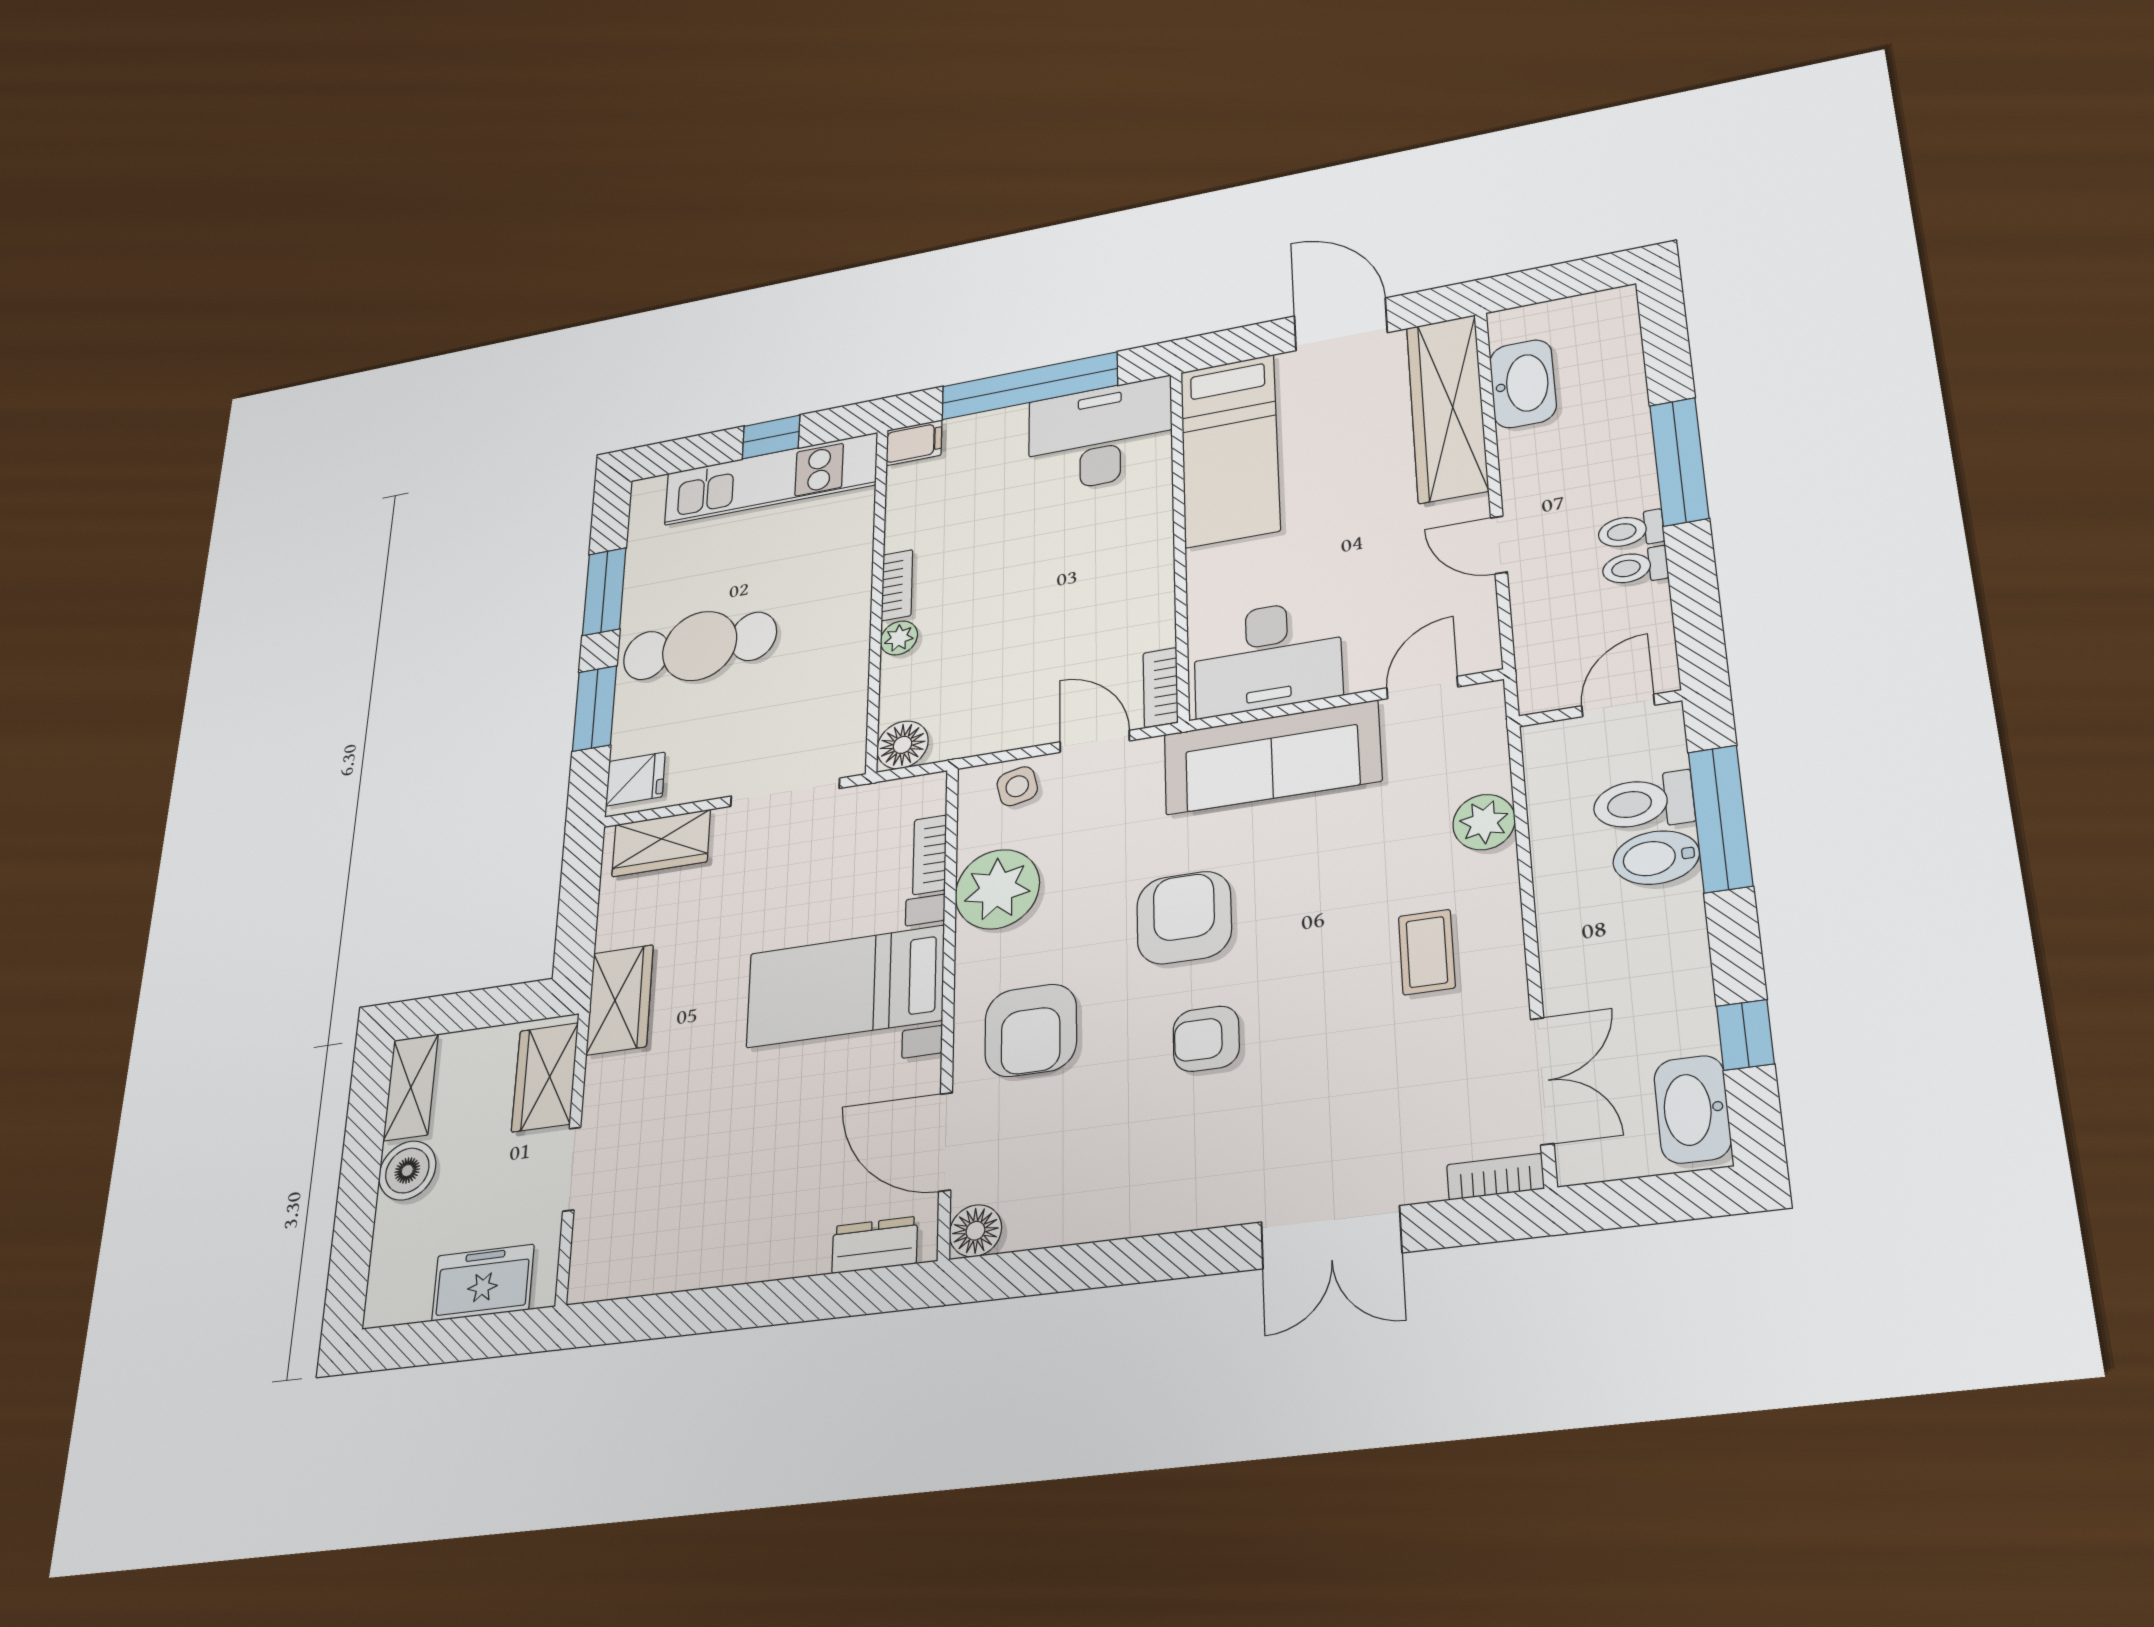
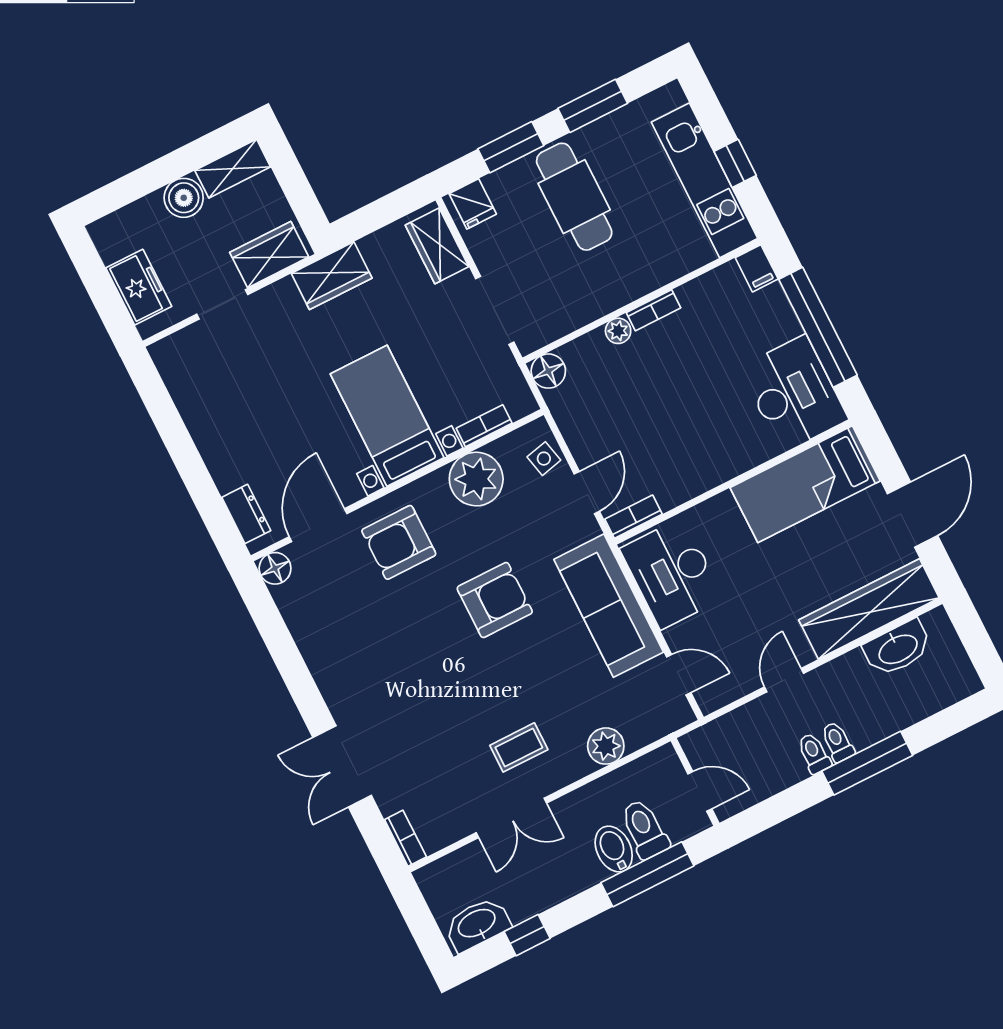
toilet: (1635, 567) -> (837, 742), moved
armchair: (1206, 1039) -> (428, 647), removed
double door: (1542, 1081) -> (511, 818), moved

